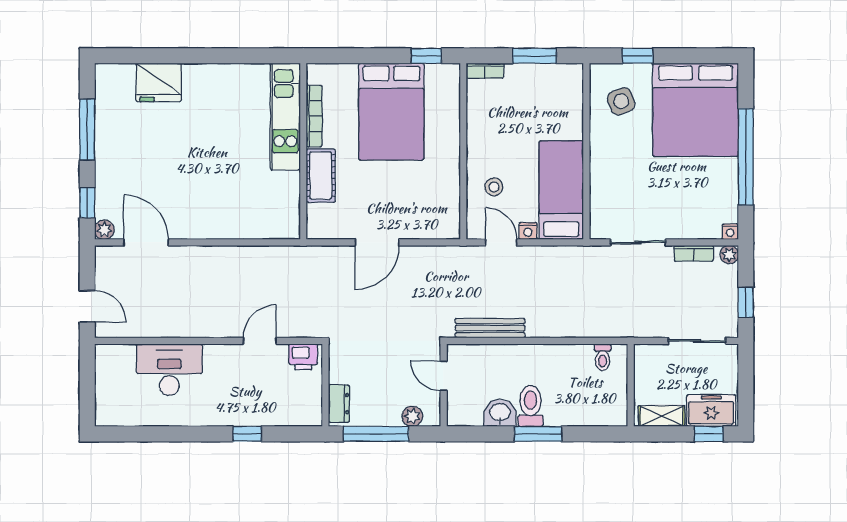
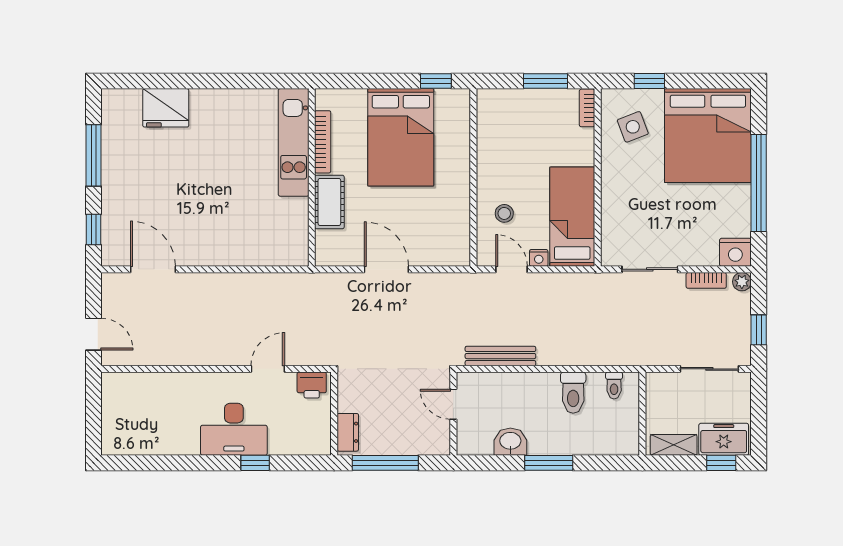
bookcase: (485, 71) -> (587, 108), moved, turned 90
plant: (104, 230) -> (111, 257), removed
nightstand: (730, 232) -> (735, 252), width x1.89, depth x1.79
door: (377, 242) -> (386, 269), swing flipped
desk: (169, 370) -> (234, 429), moved, turned 180
toilet: (530, 406) -> (573, 393), moved, turned 180
plant: (412, 416) -> (422, 445), removed

